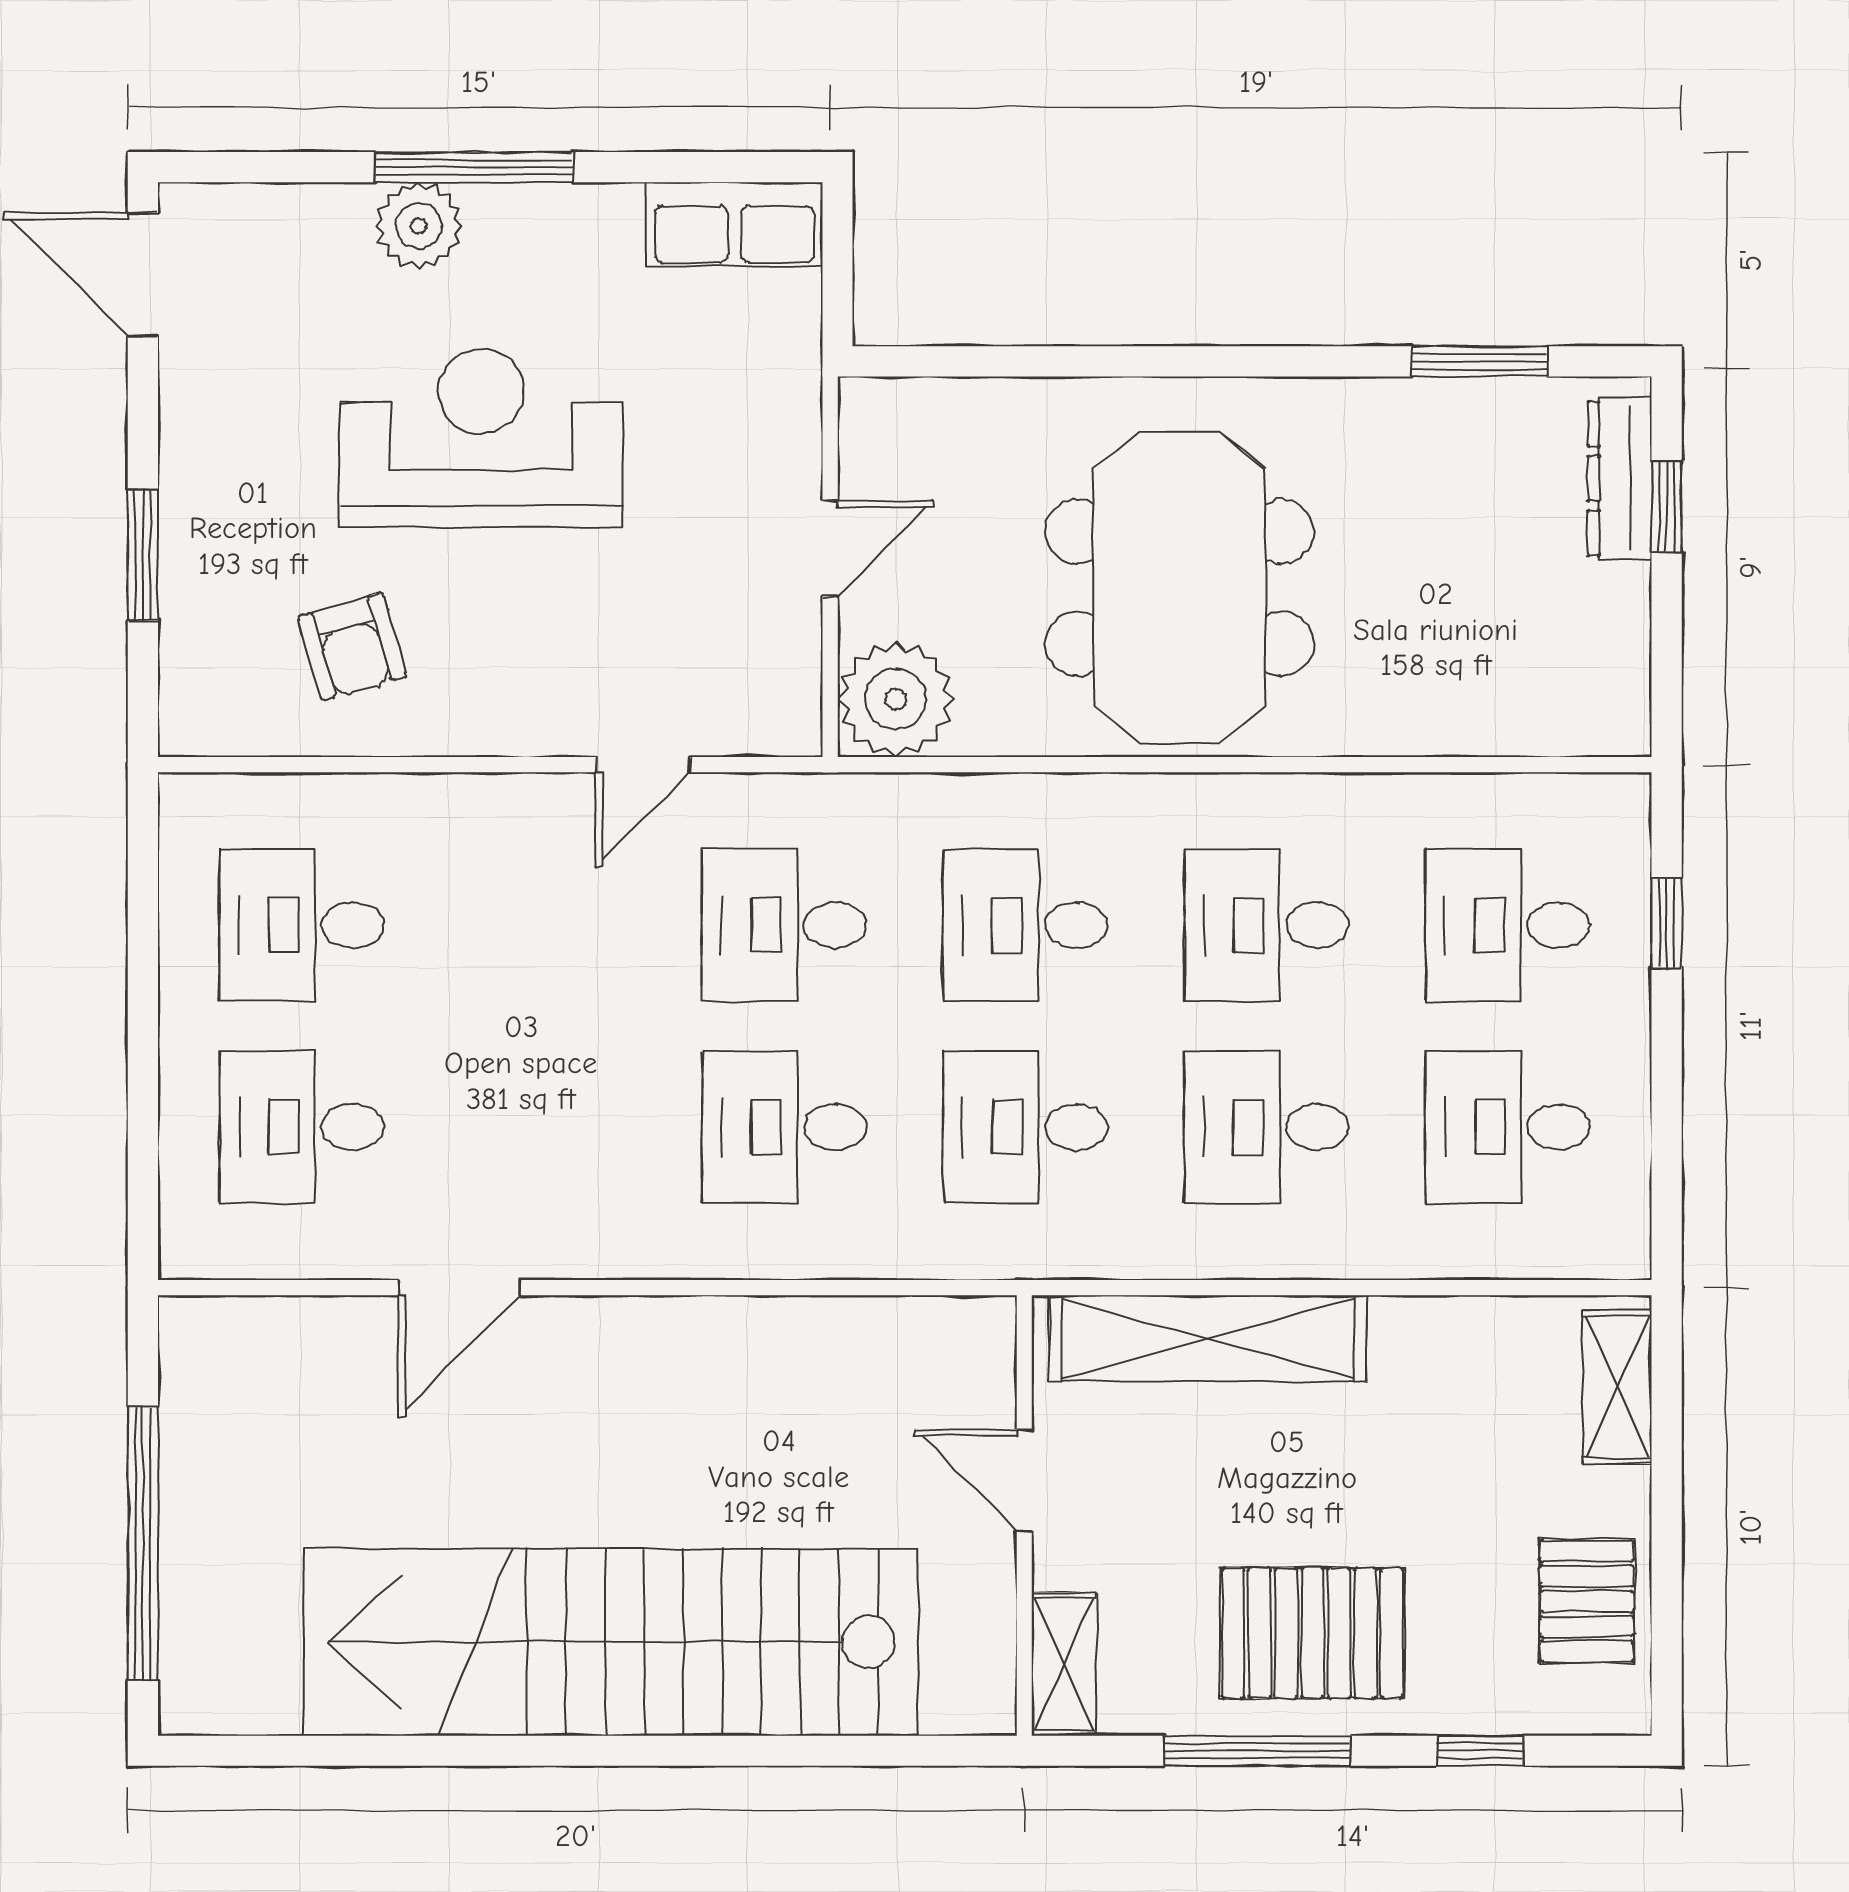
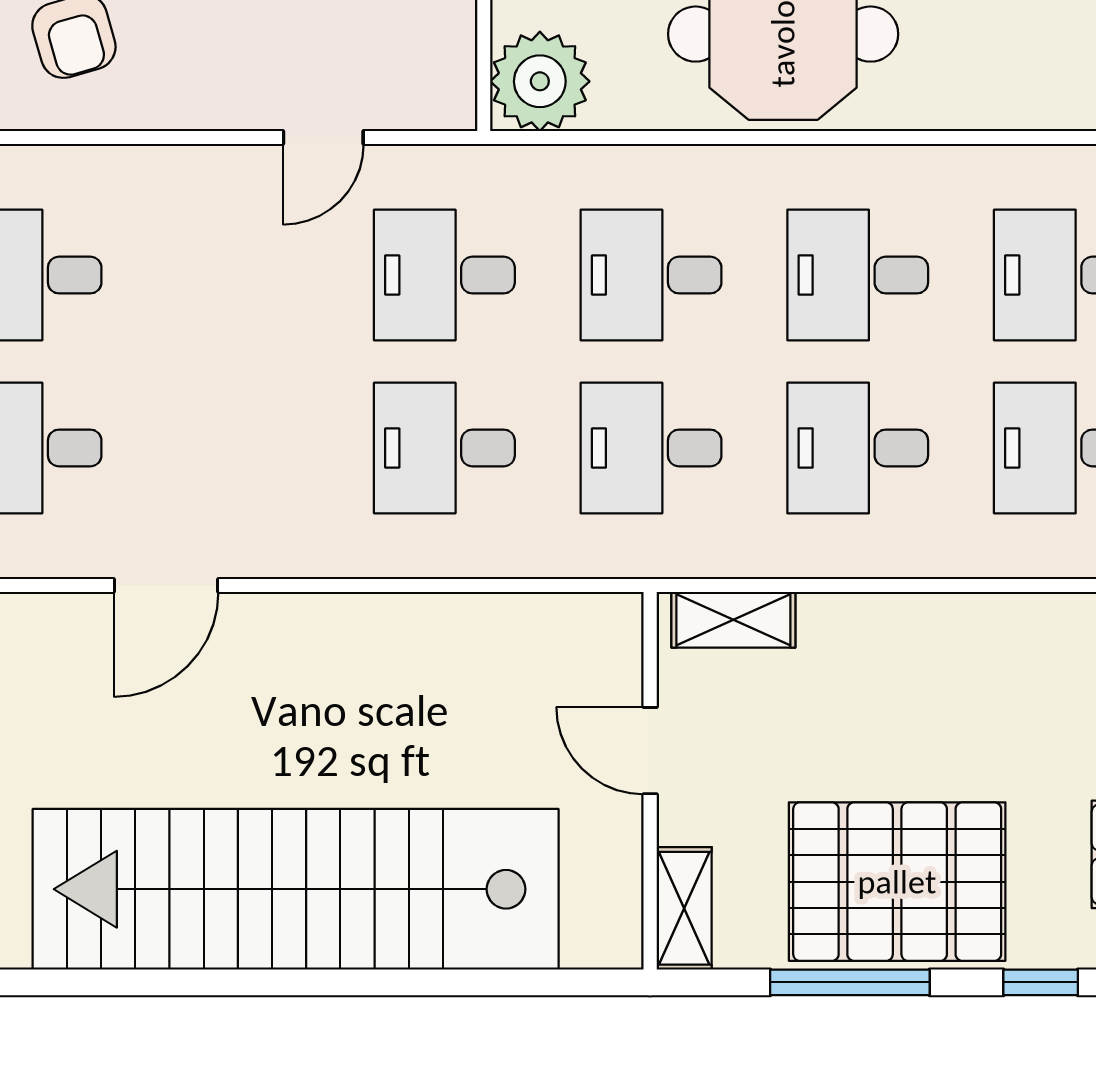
shelving: (1208, 1338) -> (733, 620), width x0.45, depth x0.75
pallet: (1313, 1633) -> (897, 882), width x1.37, depth x1.41

